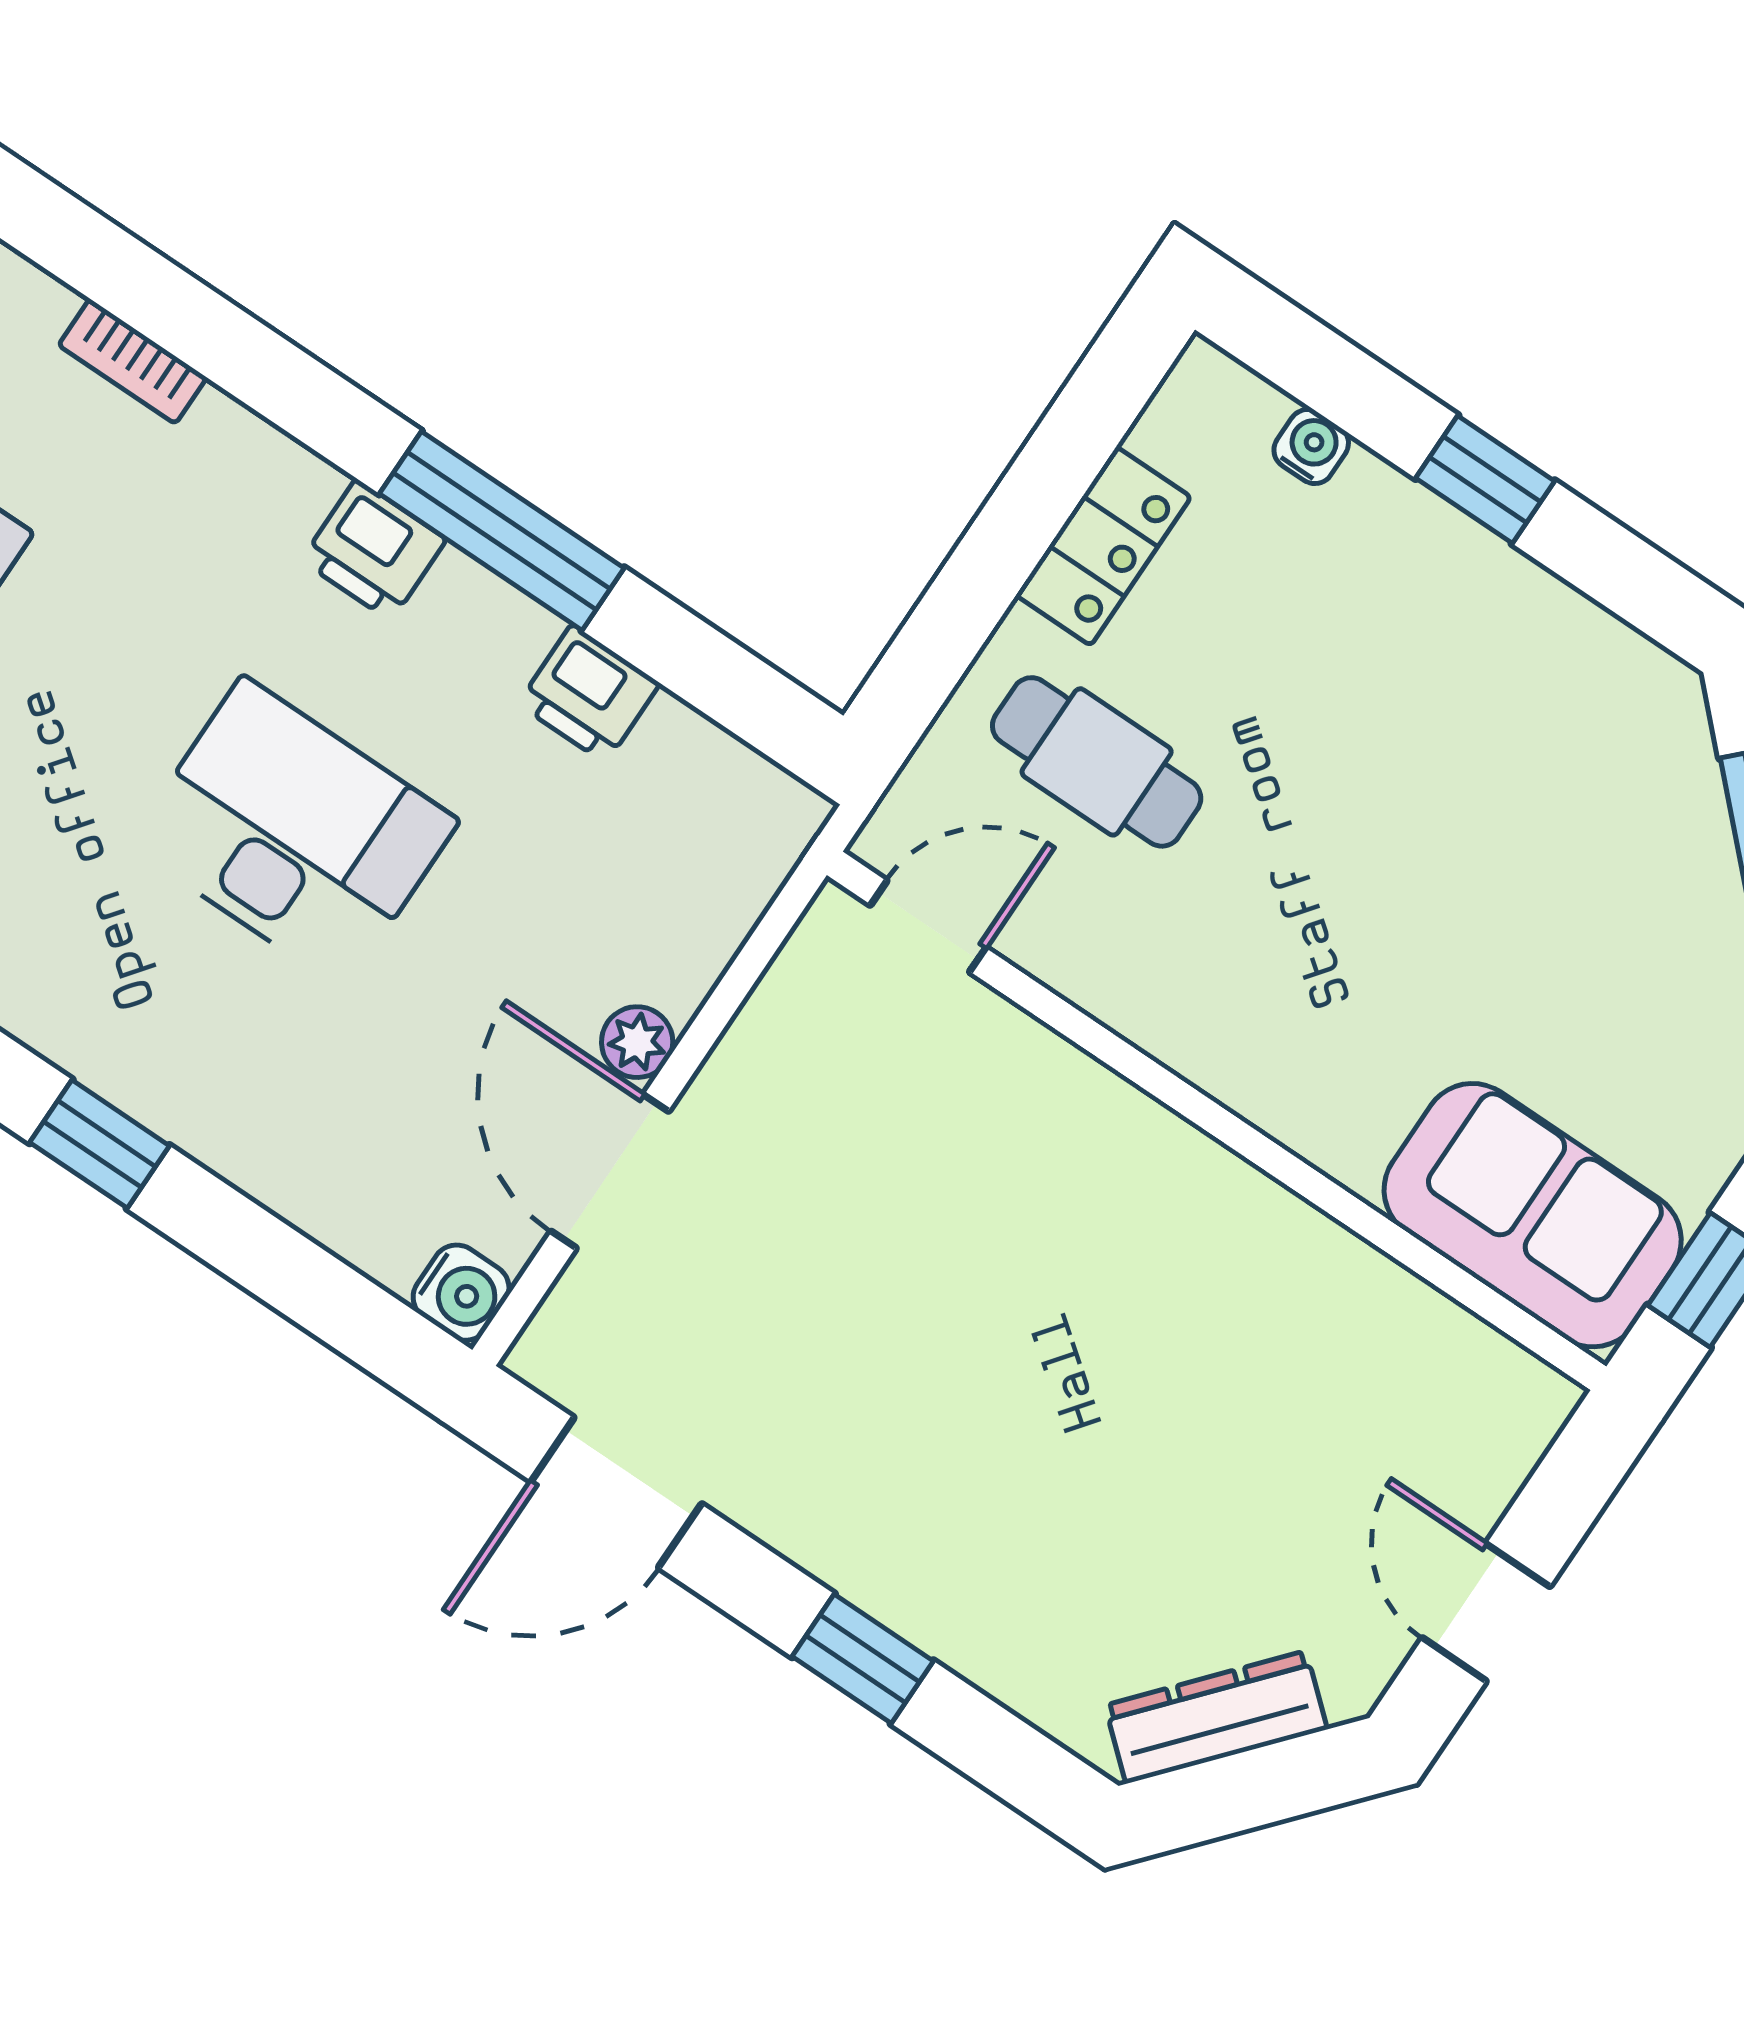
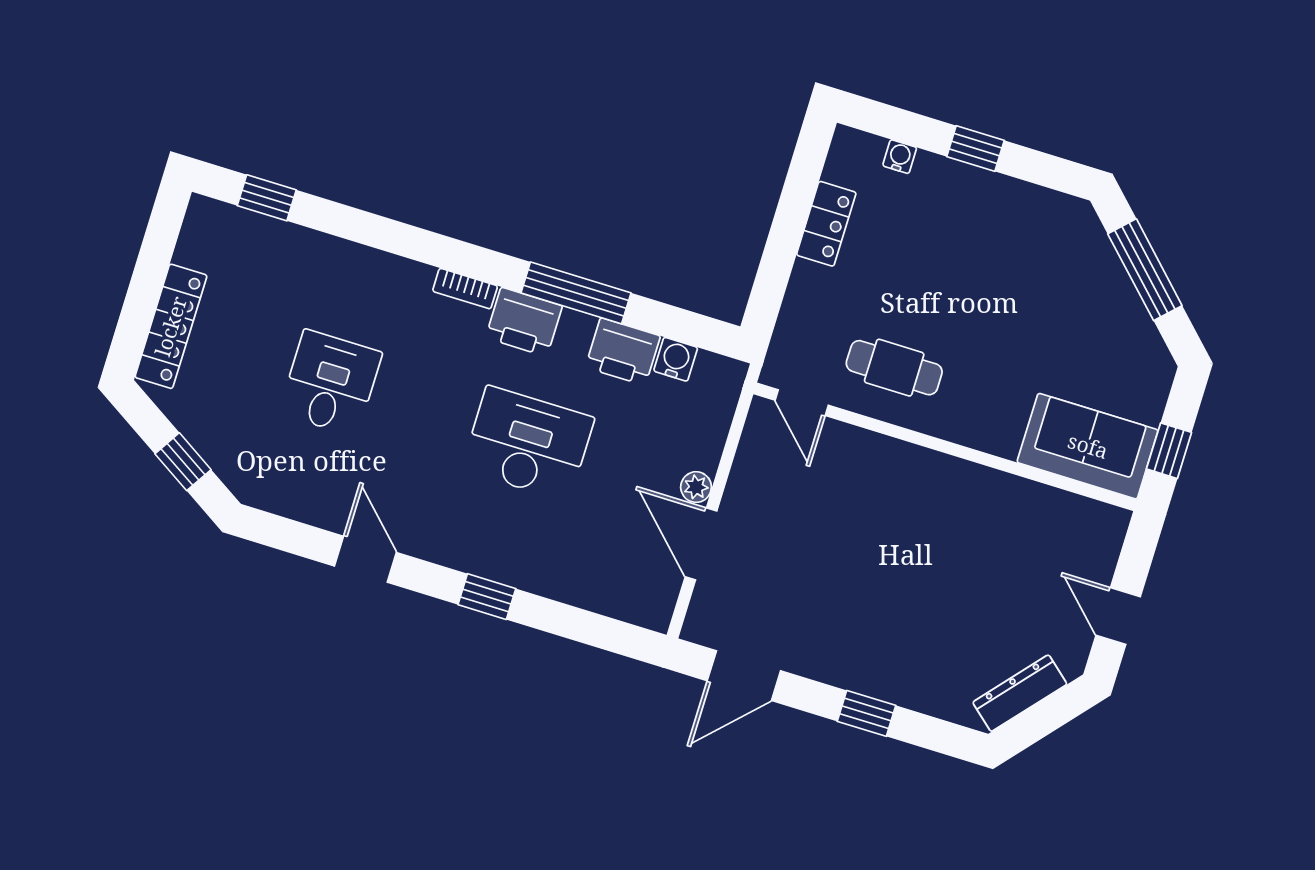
bookcase: (133, 361) -> (465, 289), moved
printer: (374, 550) -> (524, 322), width x1.36, depth x1.24
printer: (589, 694) -> (623, 352), width x1.36, depth x1.24
cafe table: (1097, 762) -> (894, 368), moved
door: (928, 926) -> (802, 403), swing flipped
water cooler: (461, 1293) -> (676, 359), moved, turned -90

